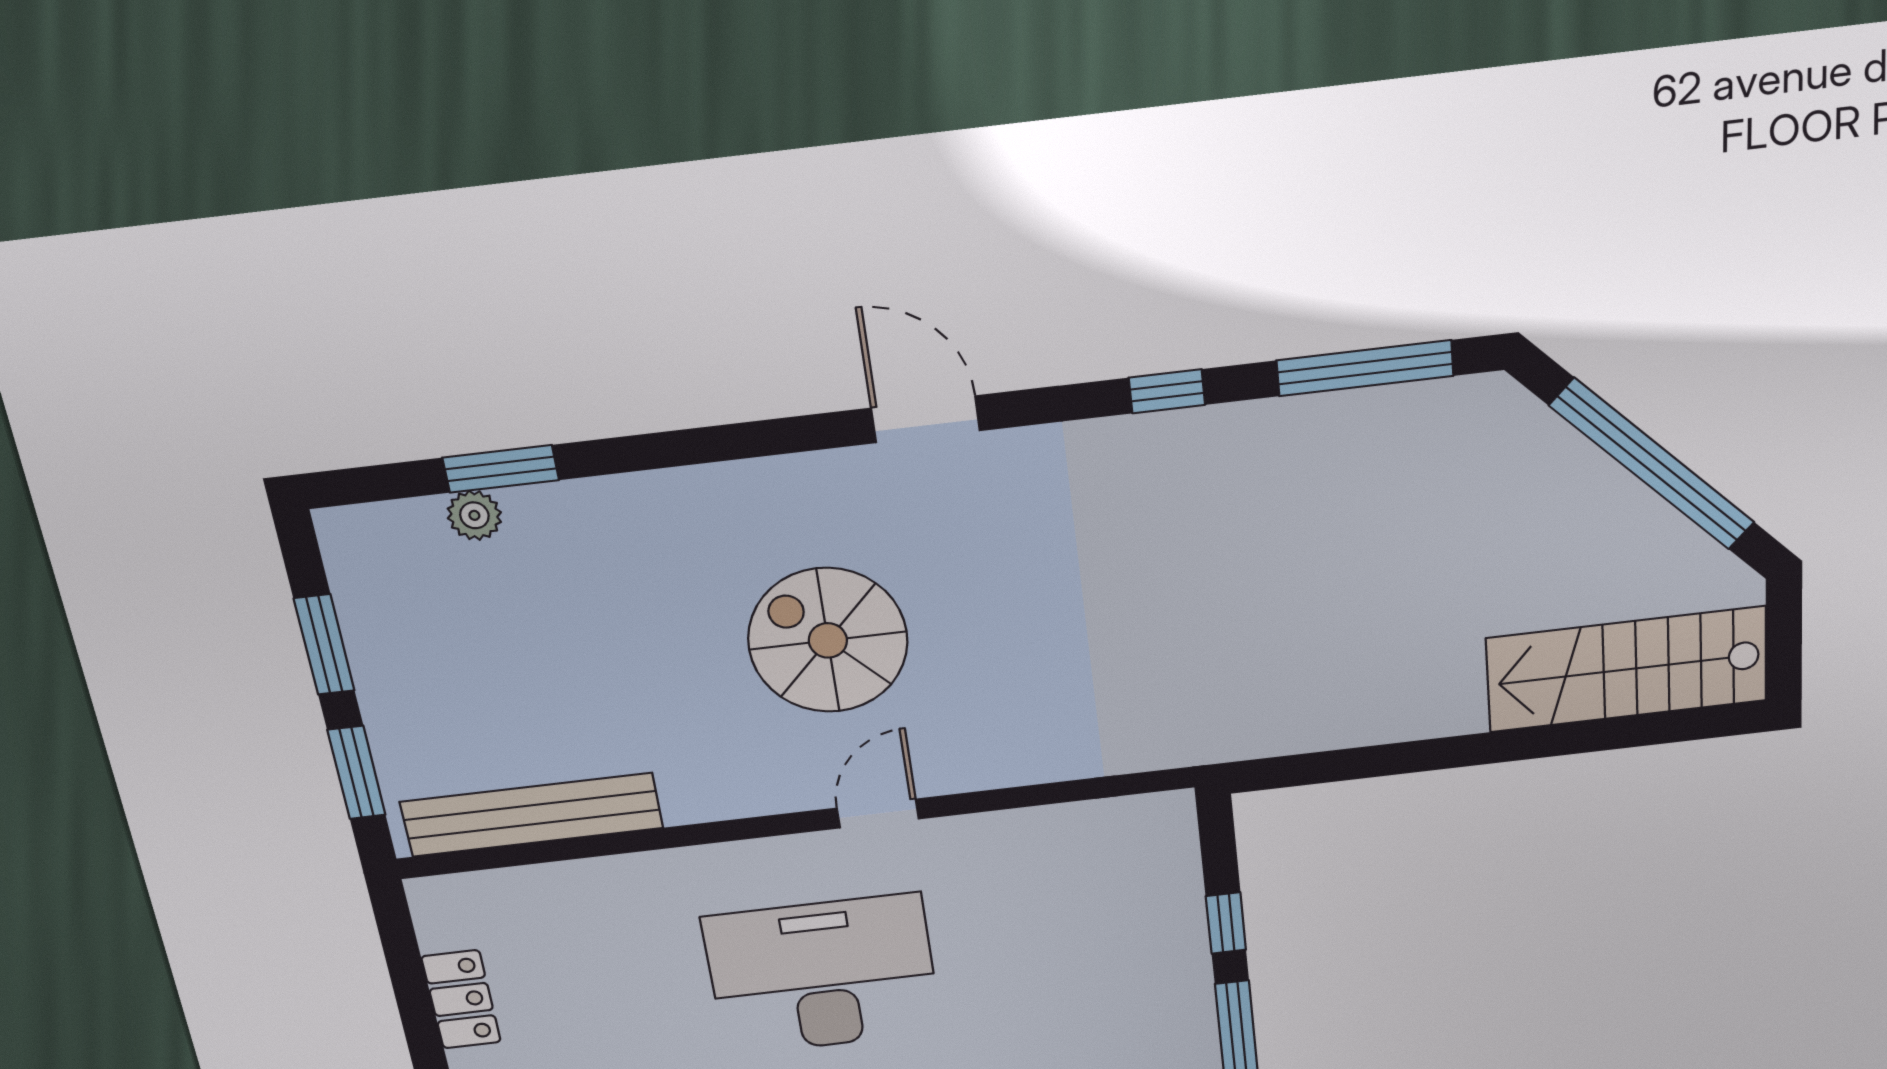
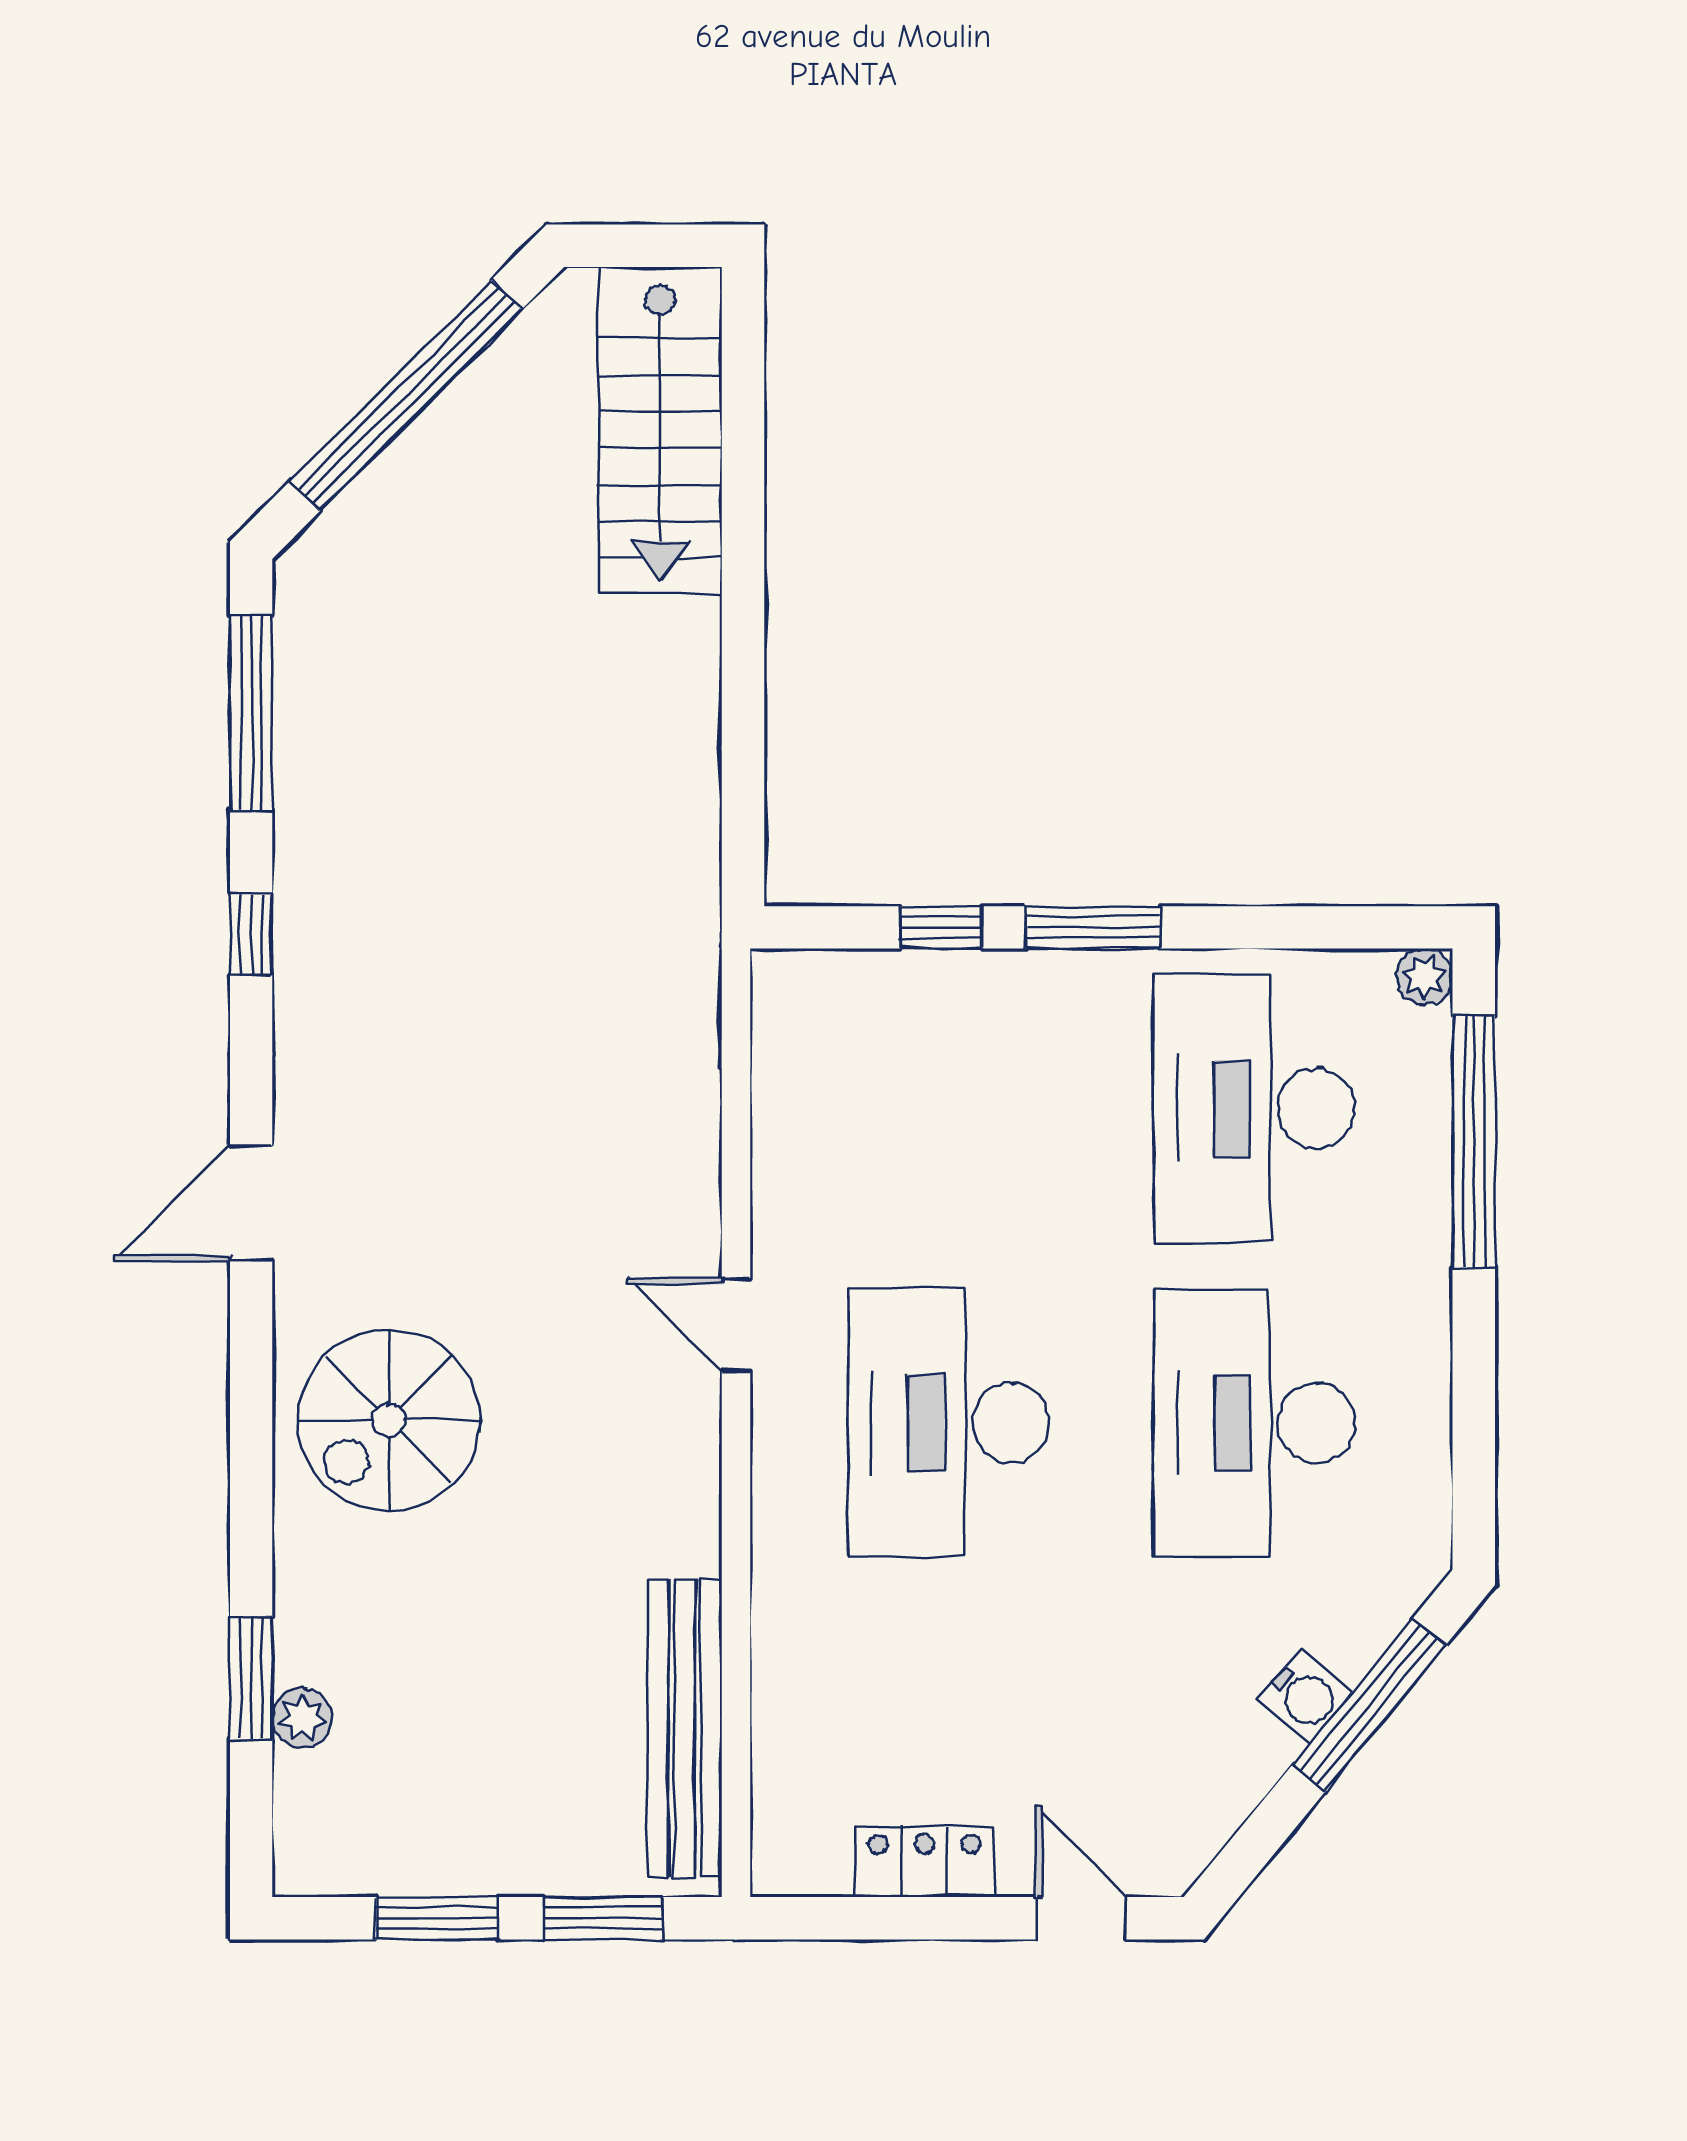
spiral stairs: (828, 640) -> (389, 1420), moved

